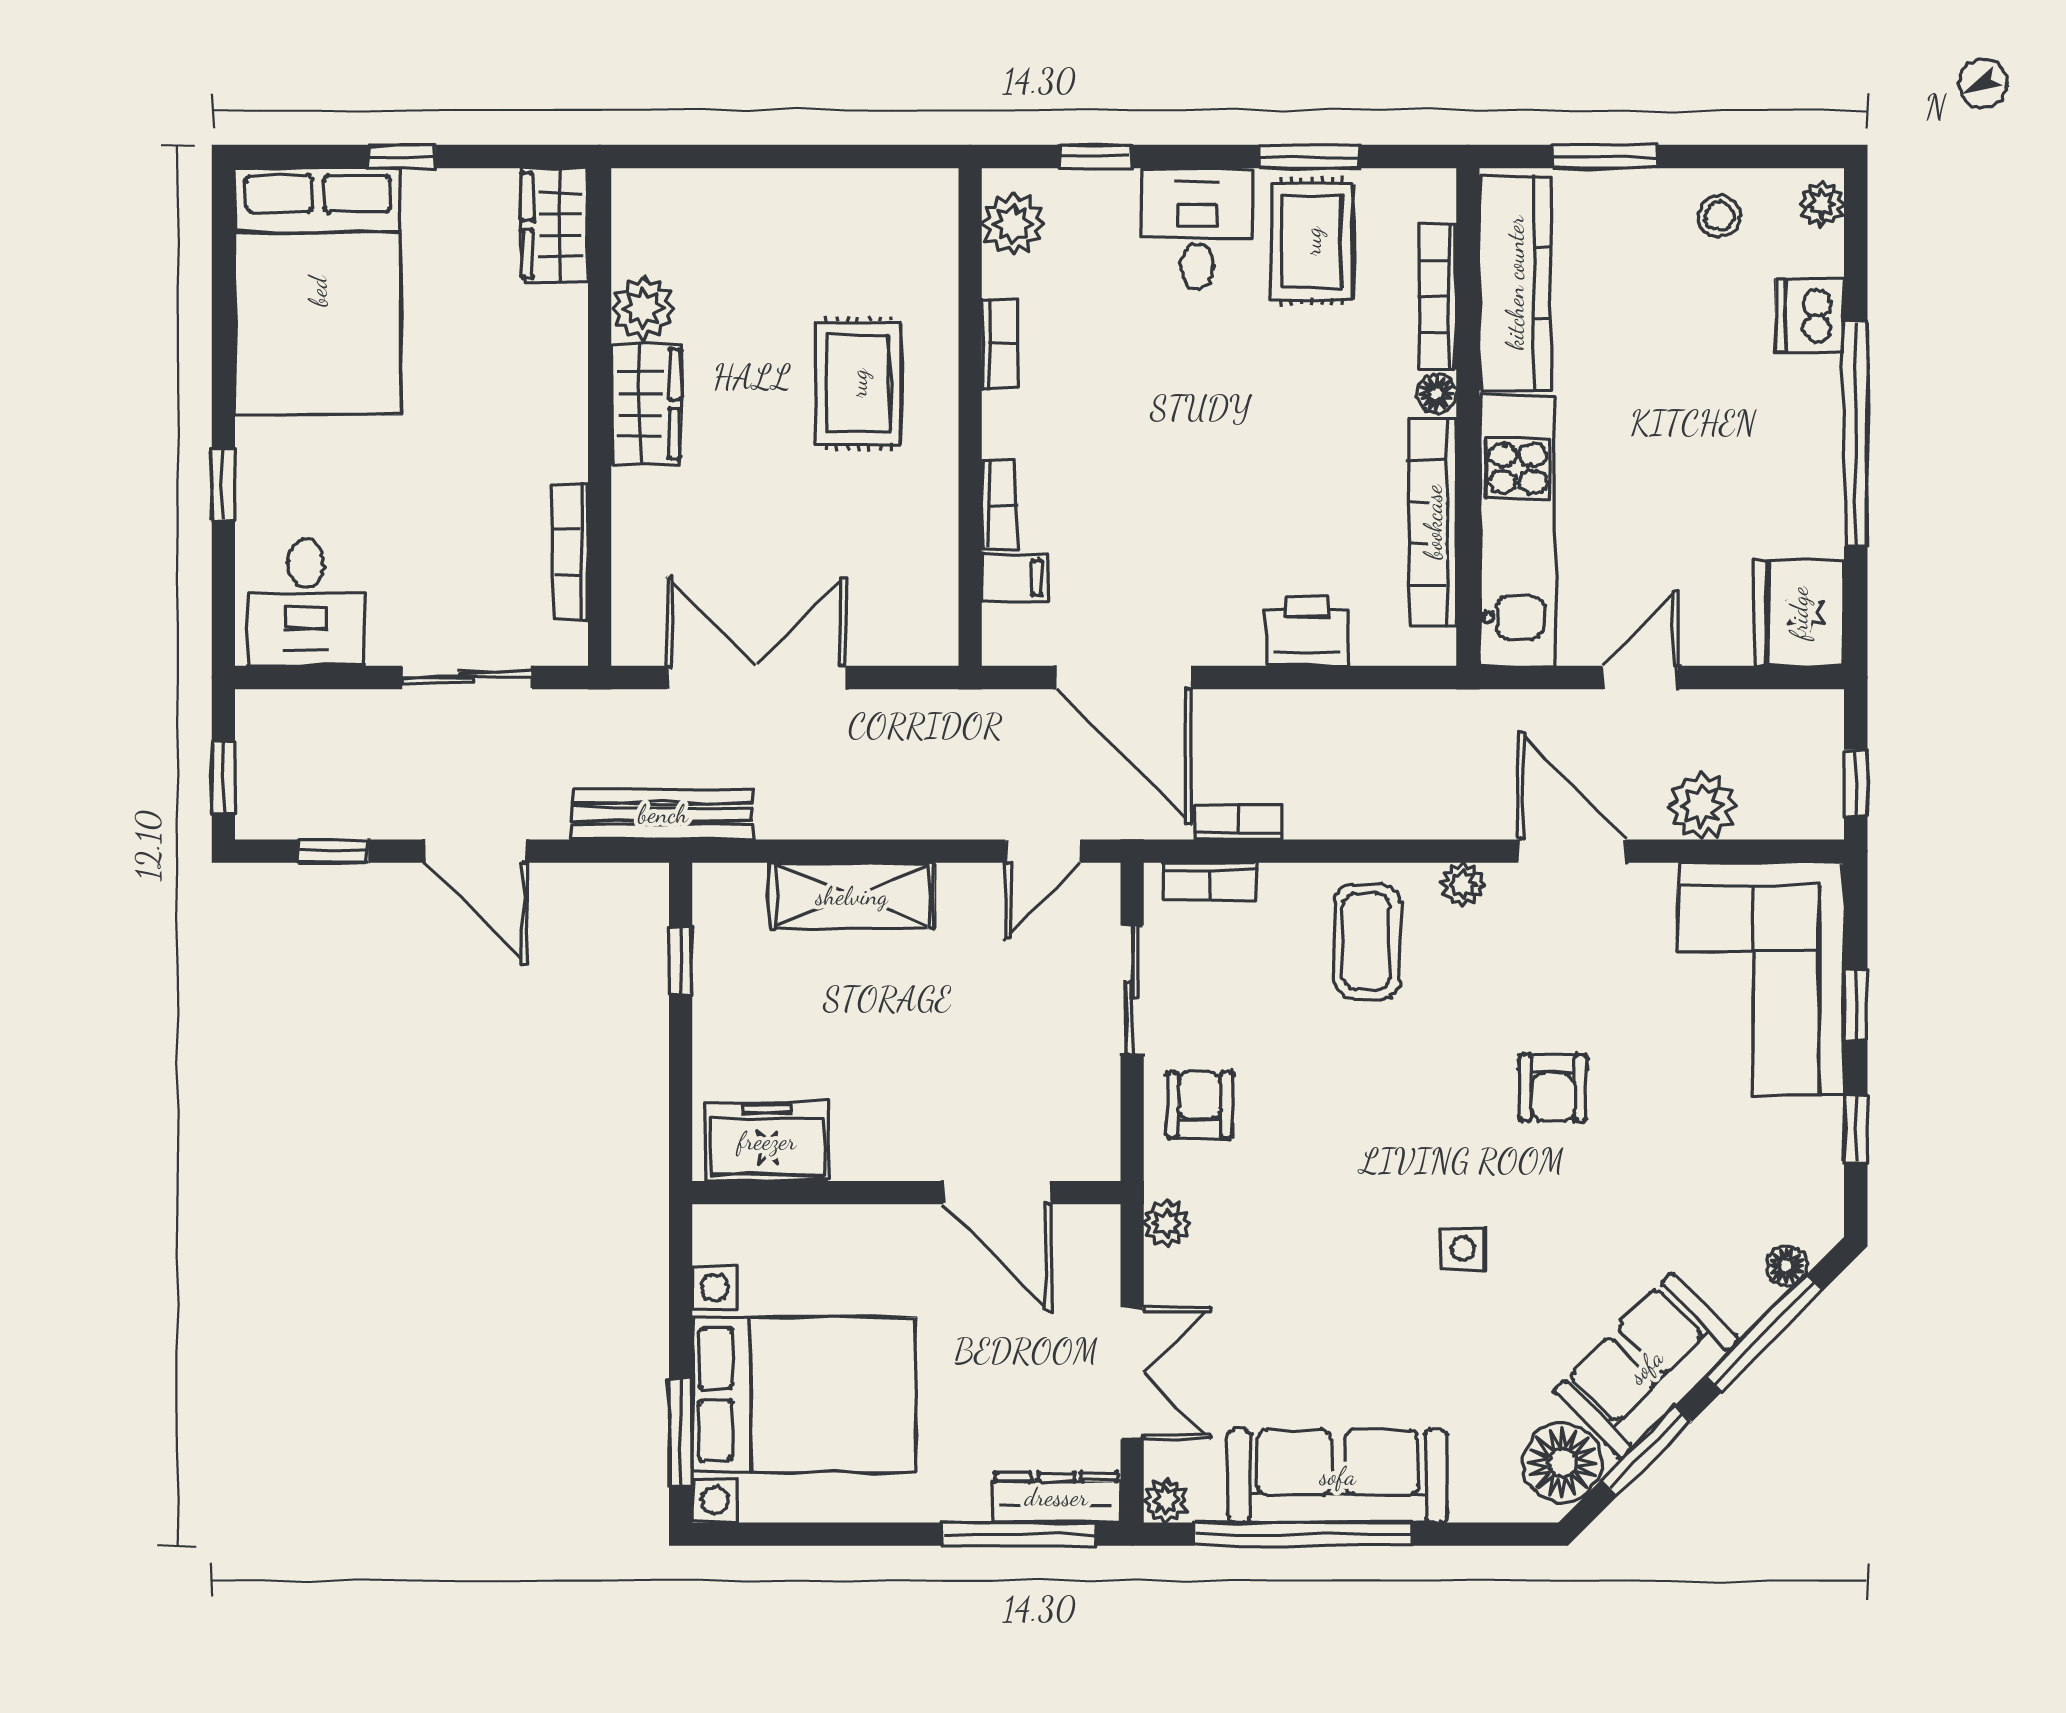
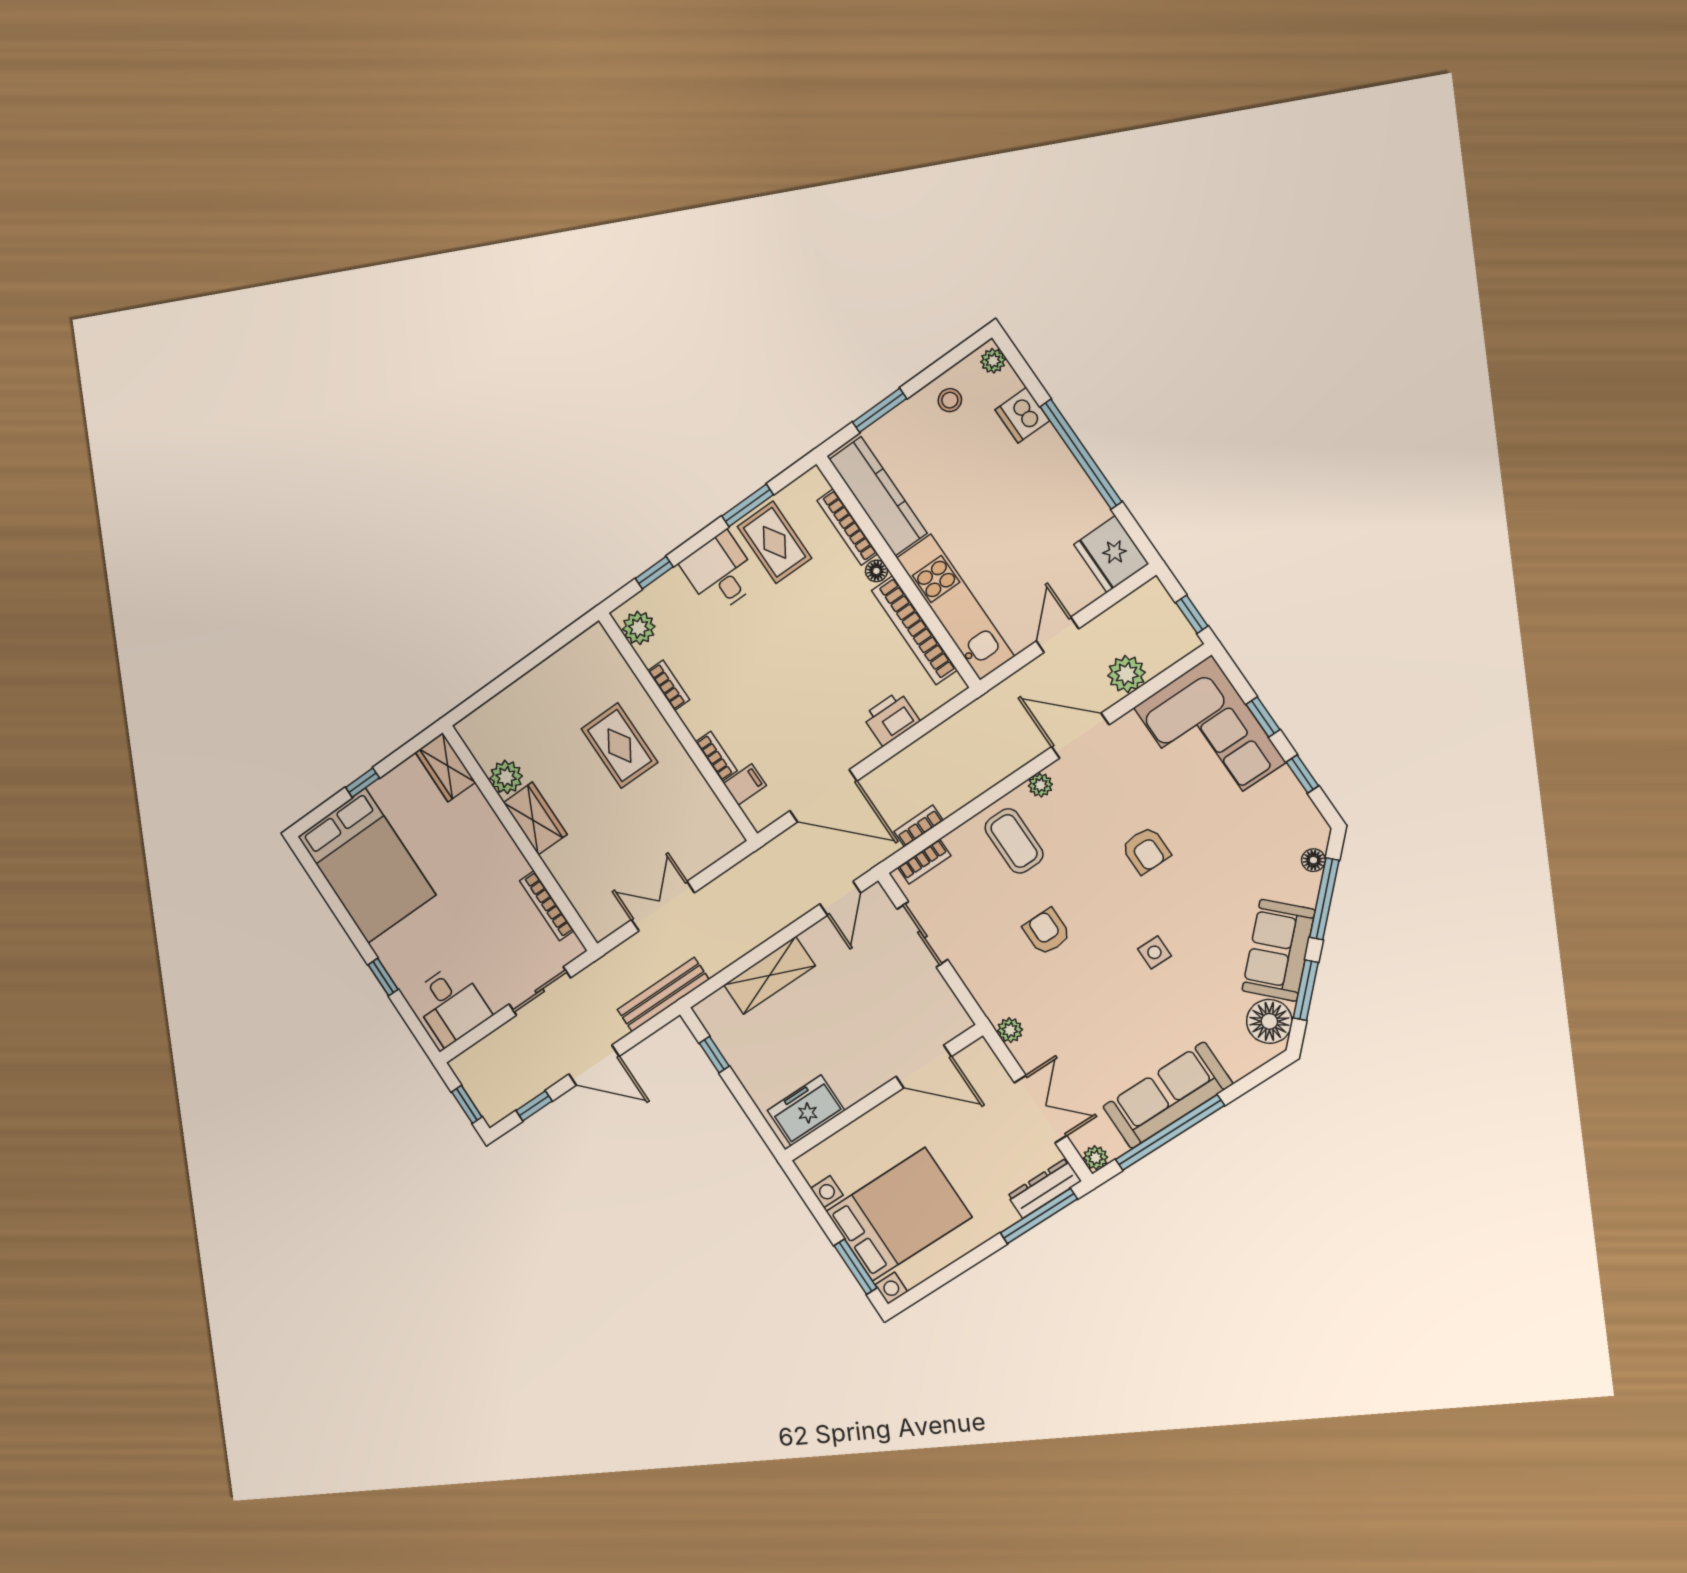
double door: (756, 677) -> (663, 906), width x0.73
armchair: (1199, 1105) -> (1047, 932), moved

